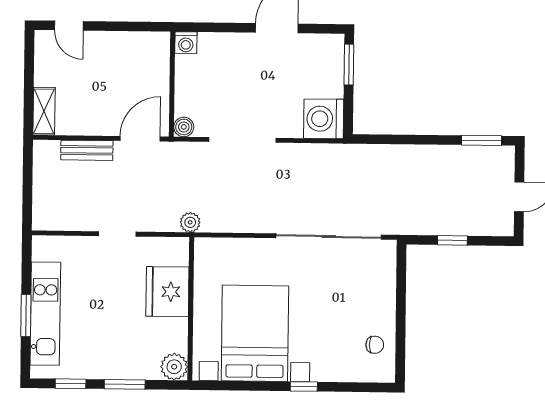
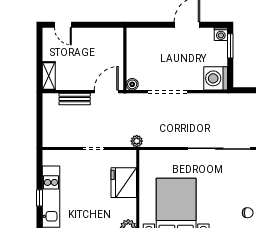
washing machine: (186, 43) -> (221, 34), moved
window: (26, 316) -> (39, 198), width x0.67

